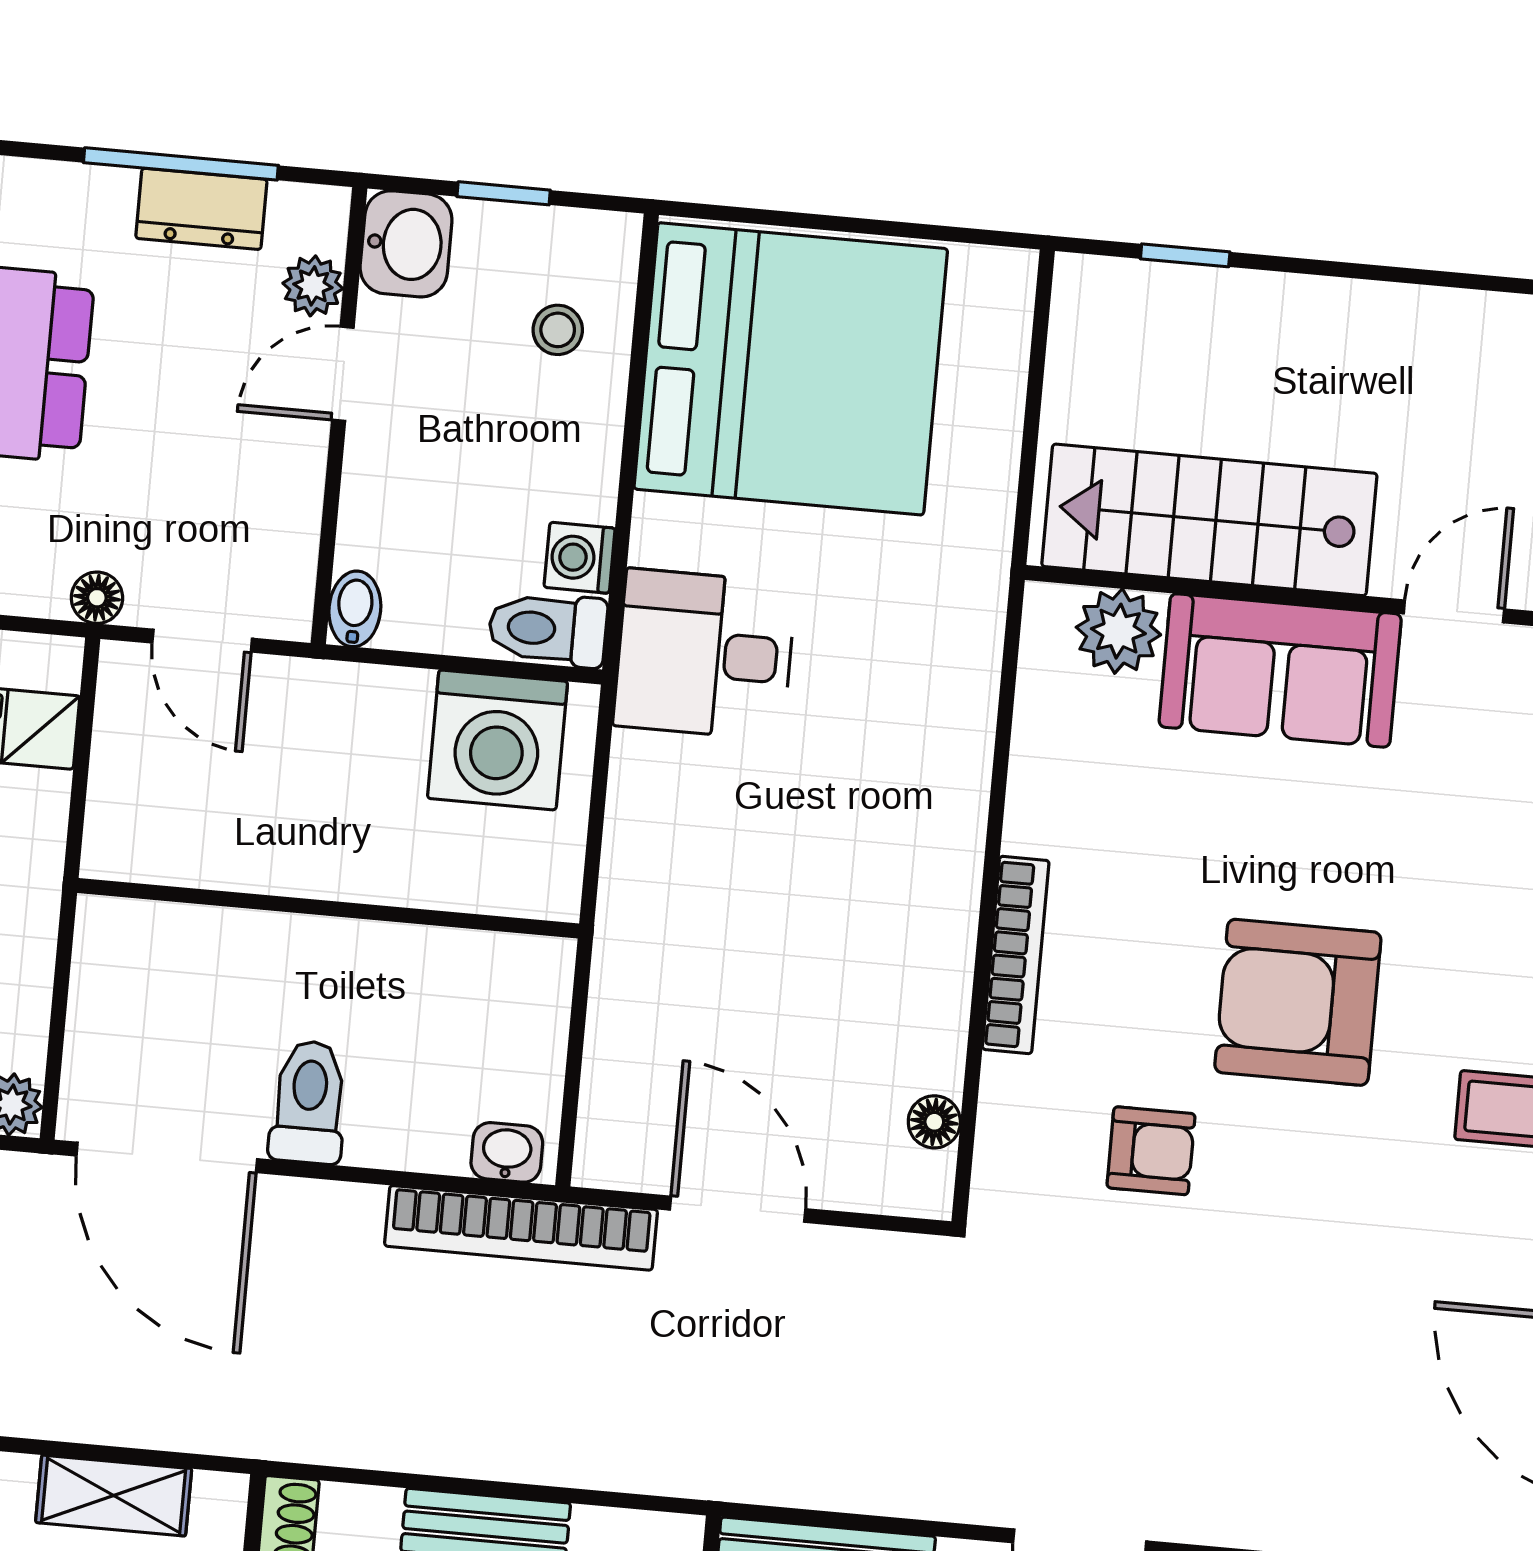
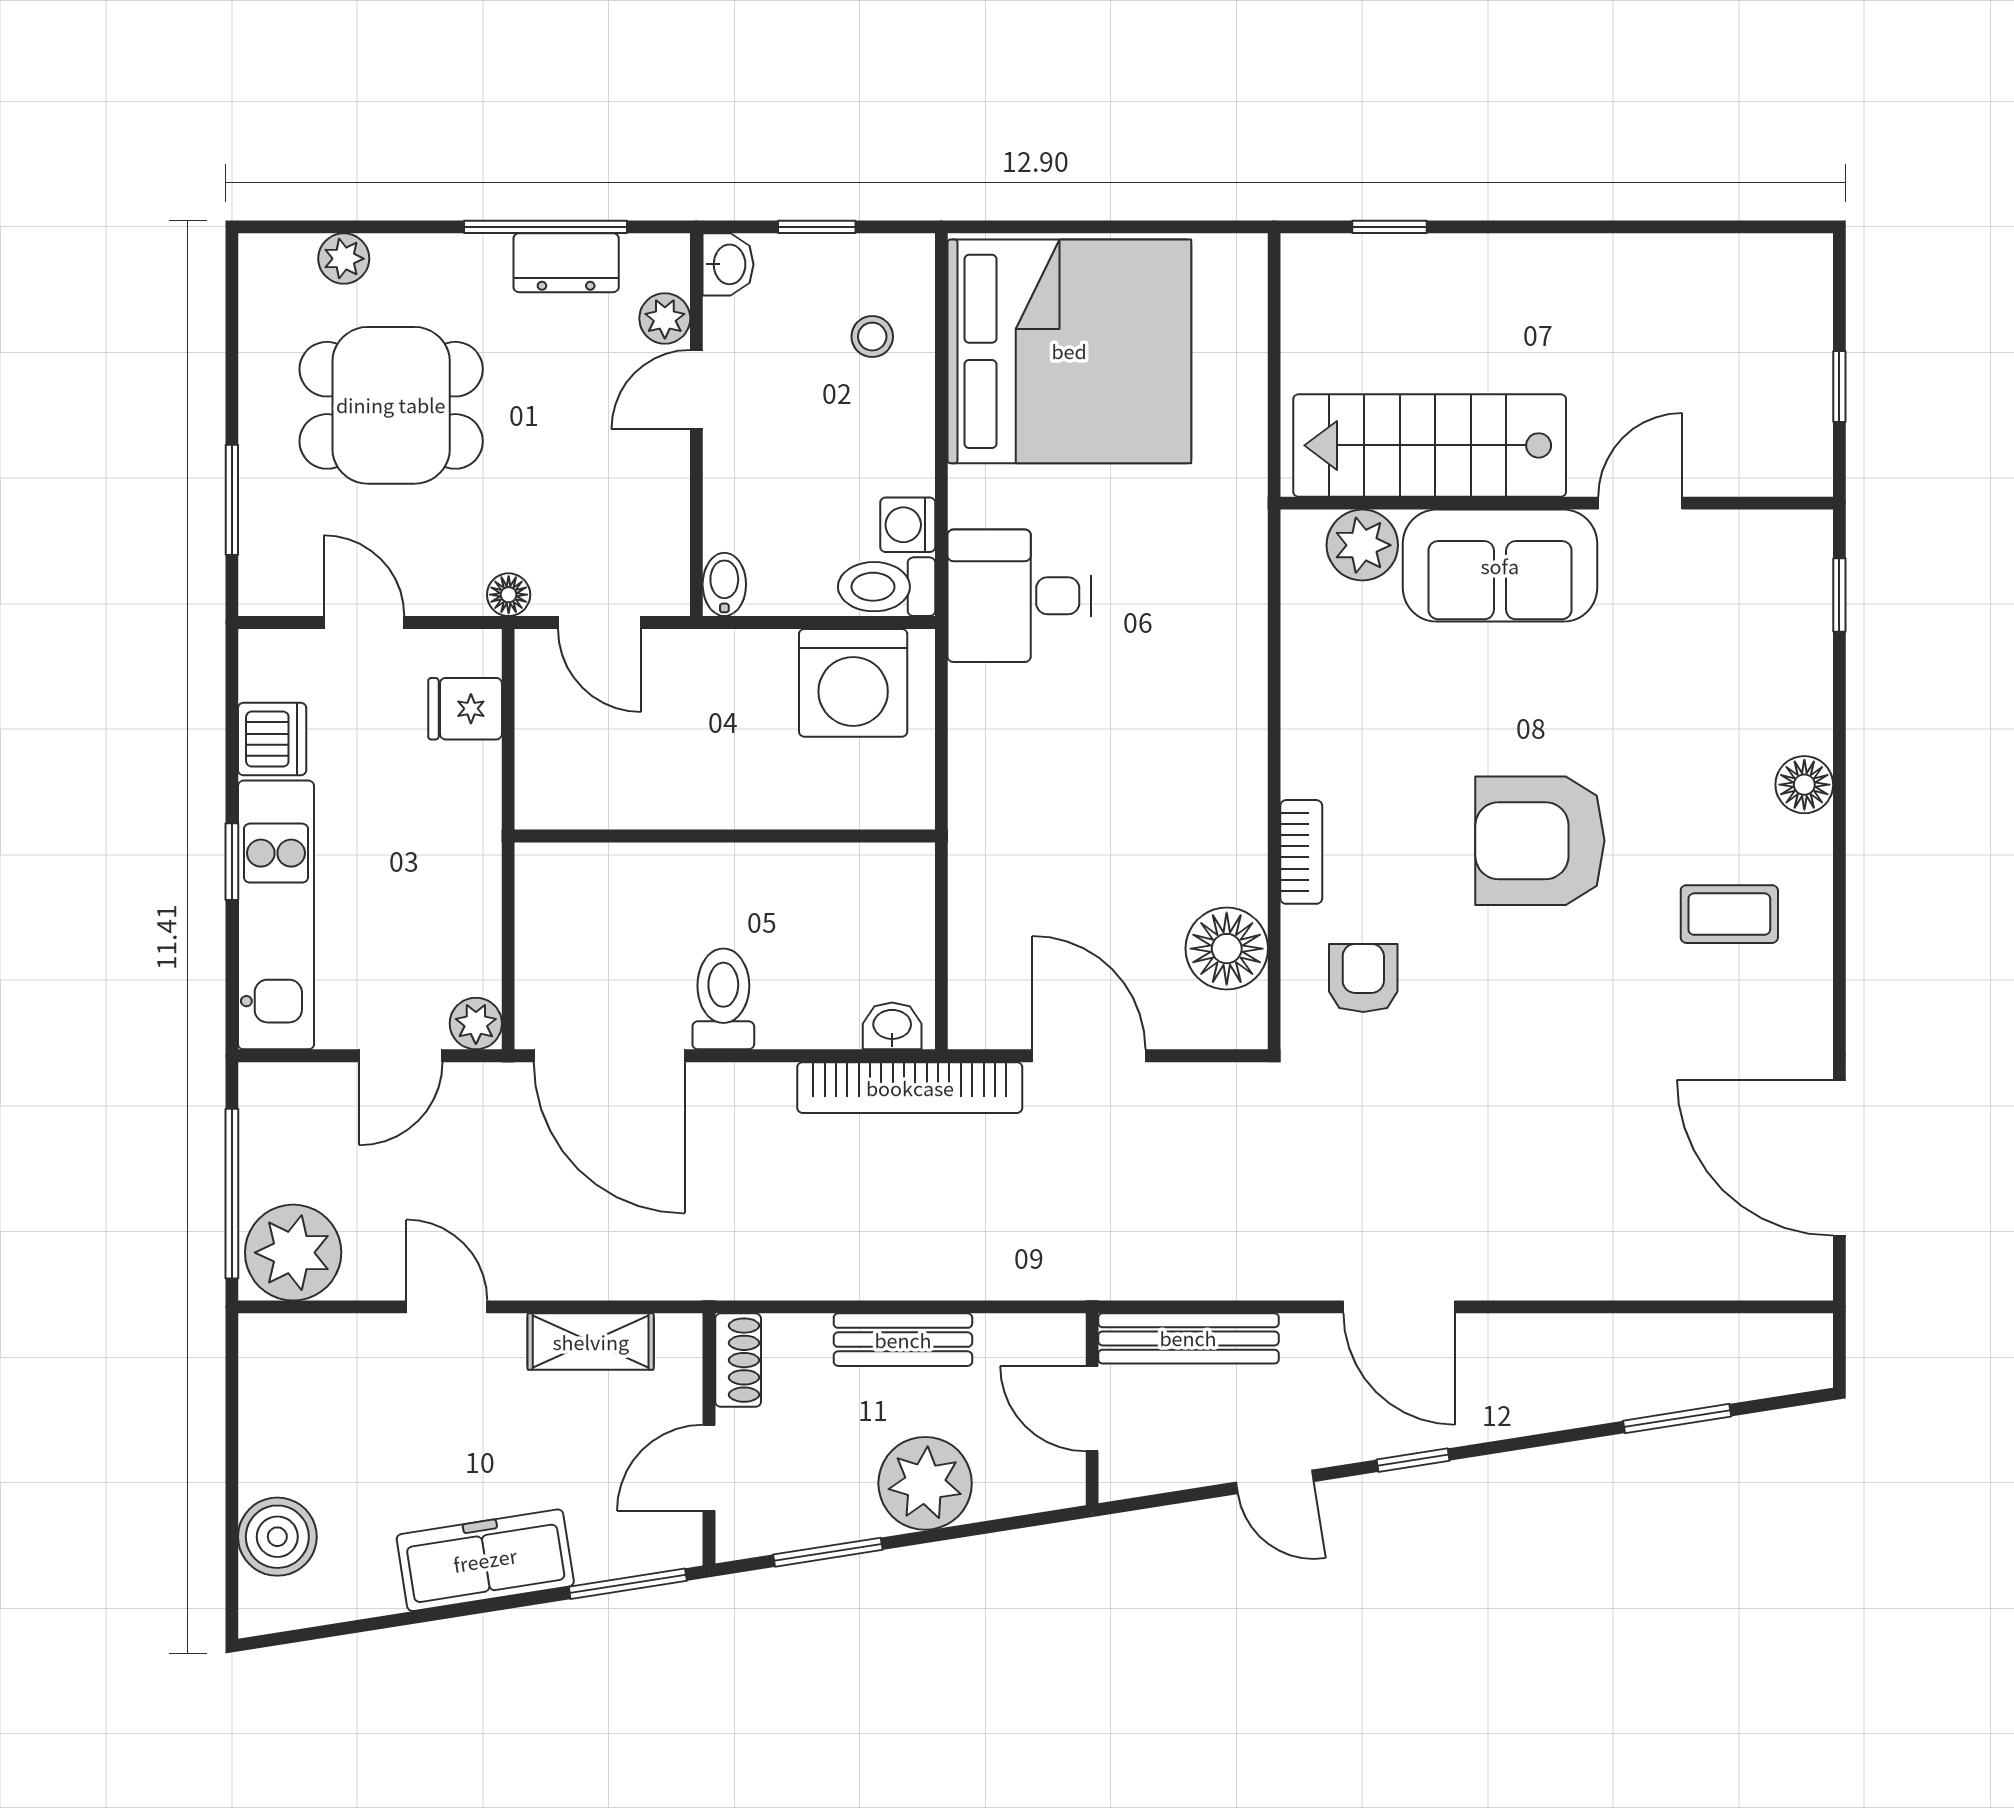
washbasin: (406, 244) -> (728, 264), width x0.72, depth x0.69
bookcase: (1016, 955) -> (1301, 852), width x0.64
floor lamp: (934, 1122) -> (1227, 949), width x1.89, depth x1.89
armchair: (1151, 1151) -> (1363, 978), moved, turned -90

